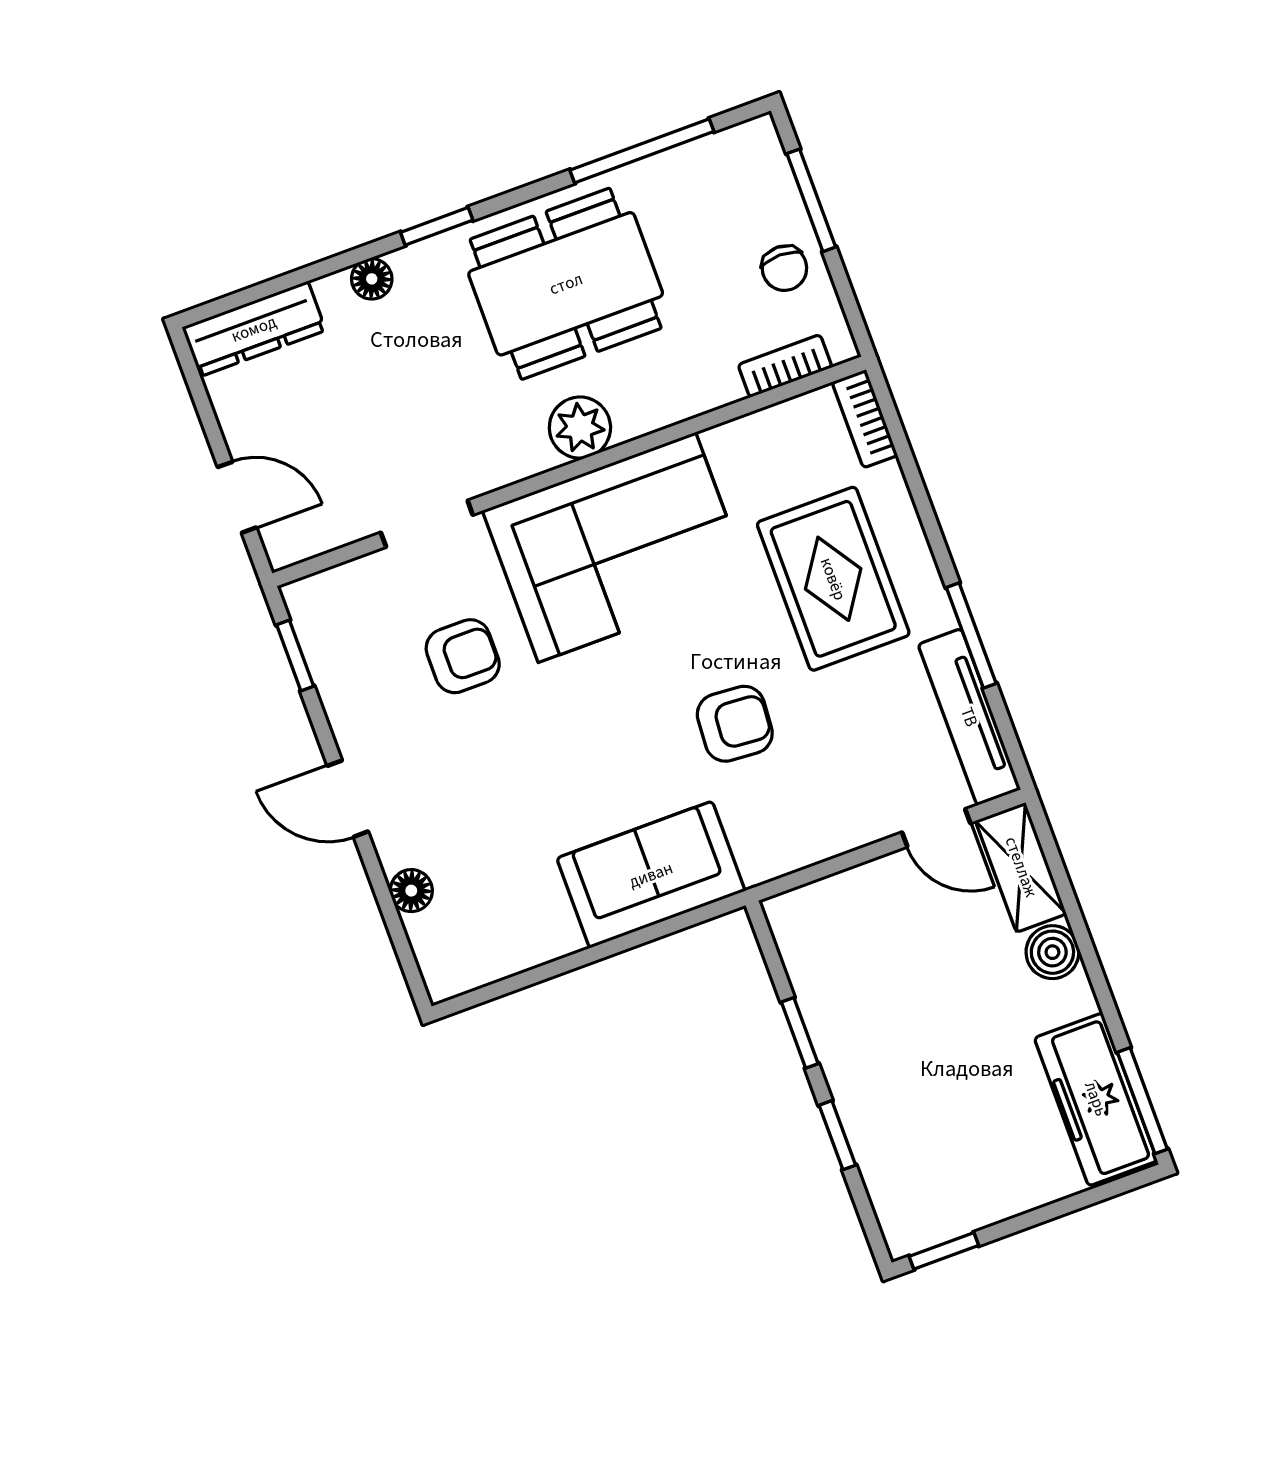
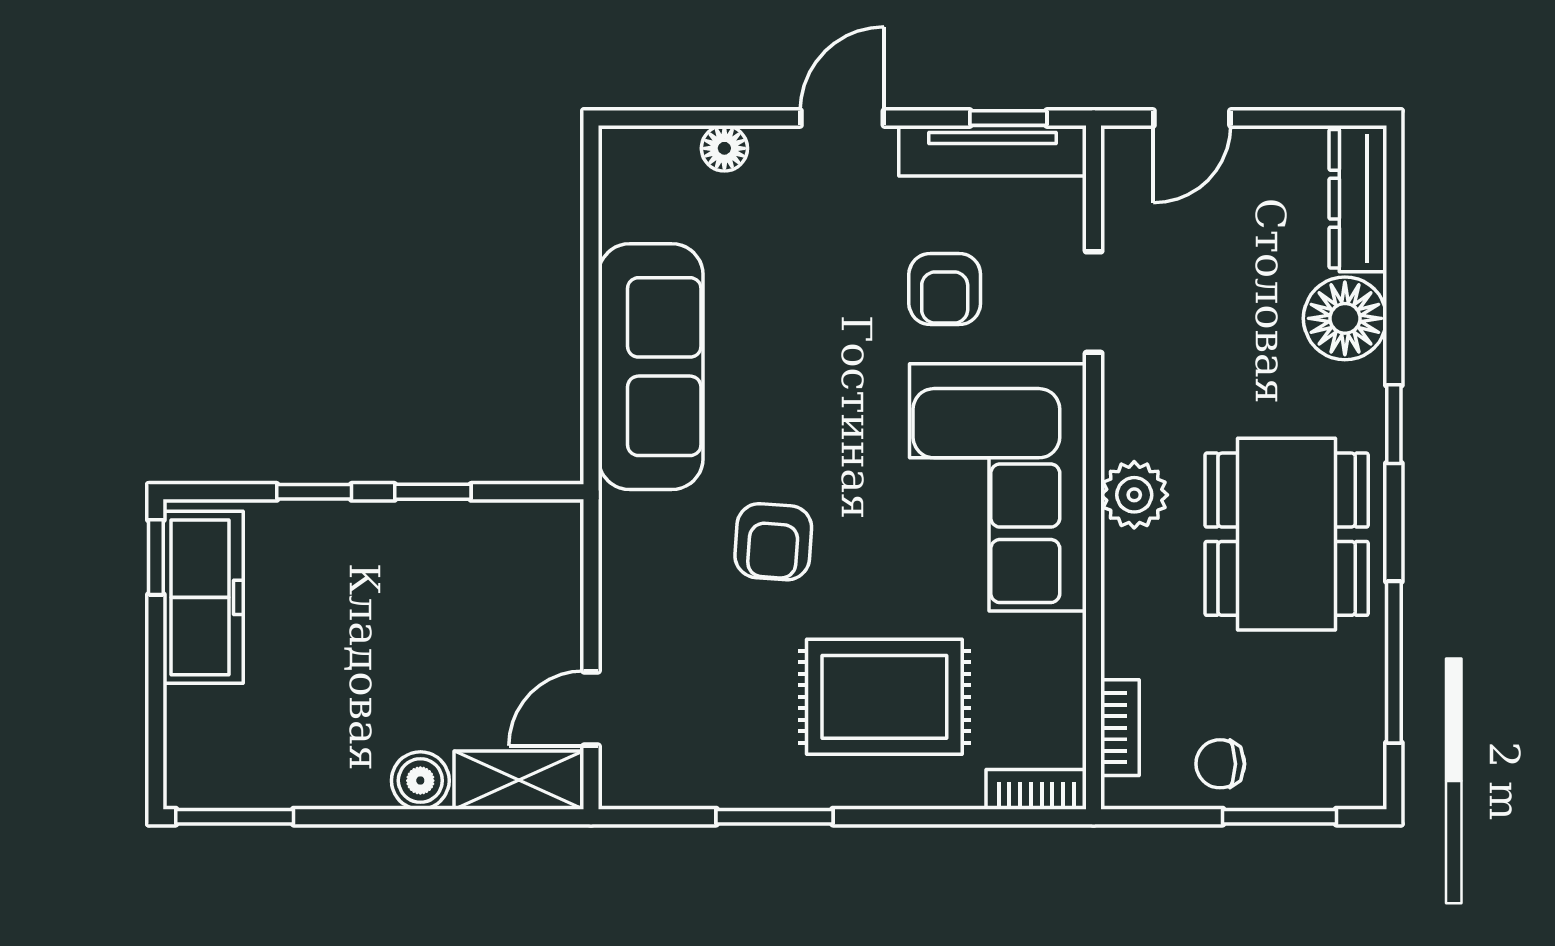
floor lamp: (372, 279) -> (1345, 318), width x1.89, depth x1.89
tv unit: (969, 717) -> (993, 151), moved, turned 180
sofa: (651, 875) -> (651, 367), width x1.36
freezer: (1096, 1099) -> (203, 597), moved, turned 90

